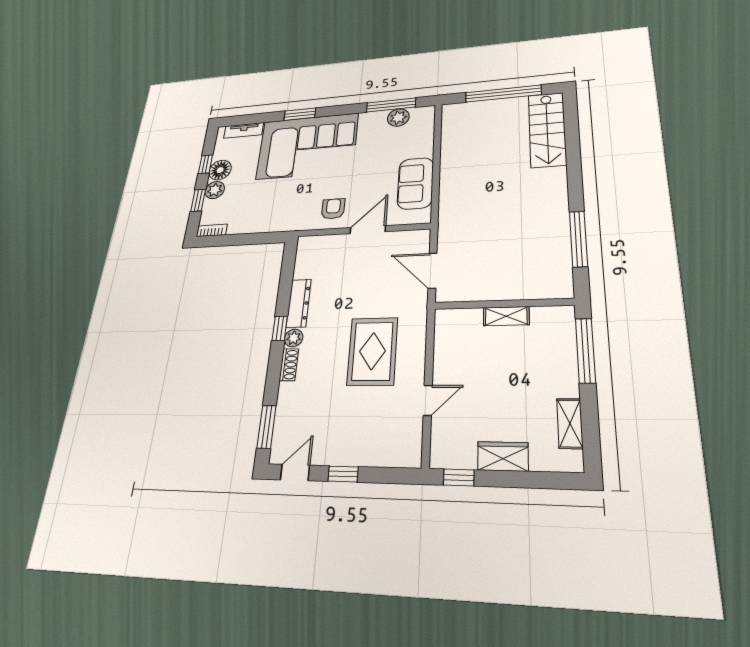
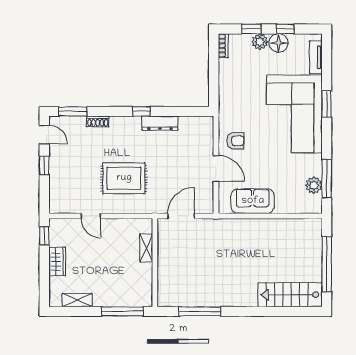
shelving: (506, 316) -> (146, 248), moved
plant: (294, 338) -> (134, 122), removed
shoe rack: (289, 365) -> (98, 121), moved

